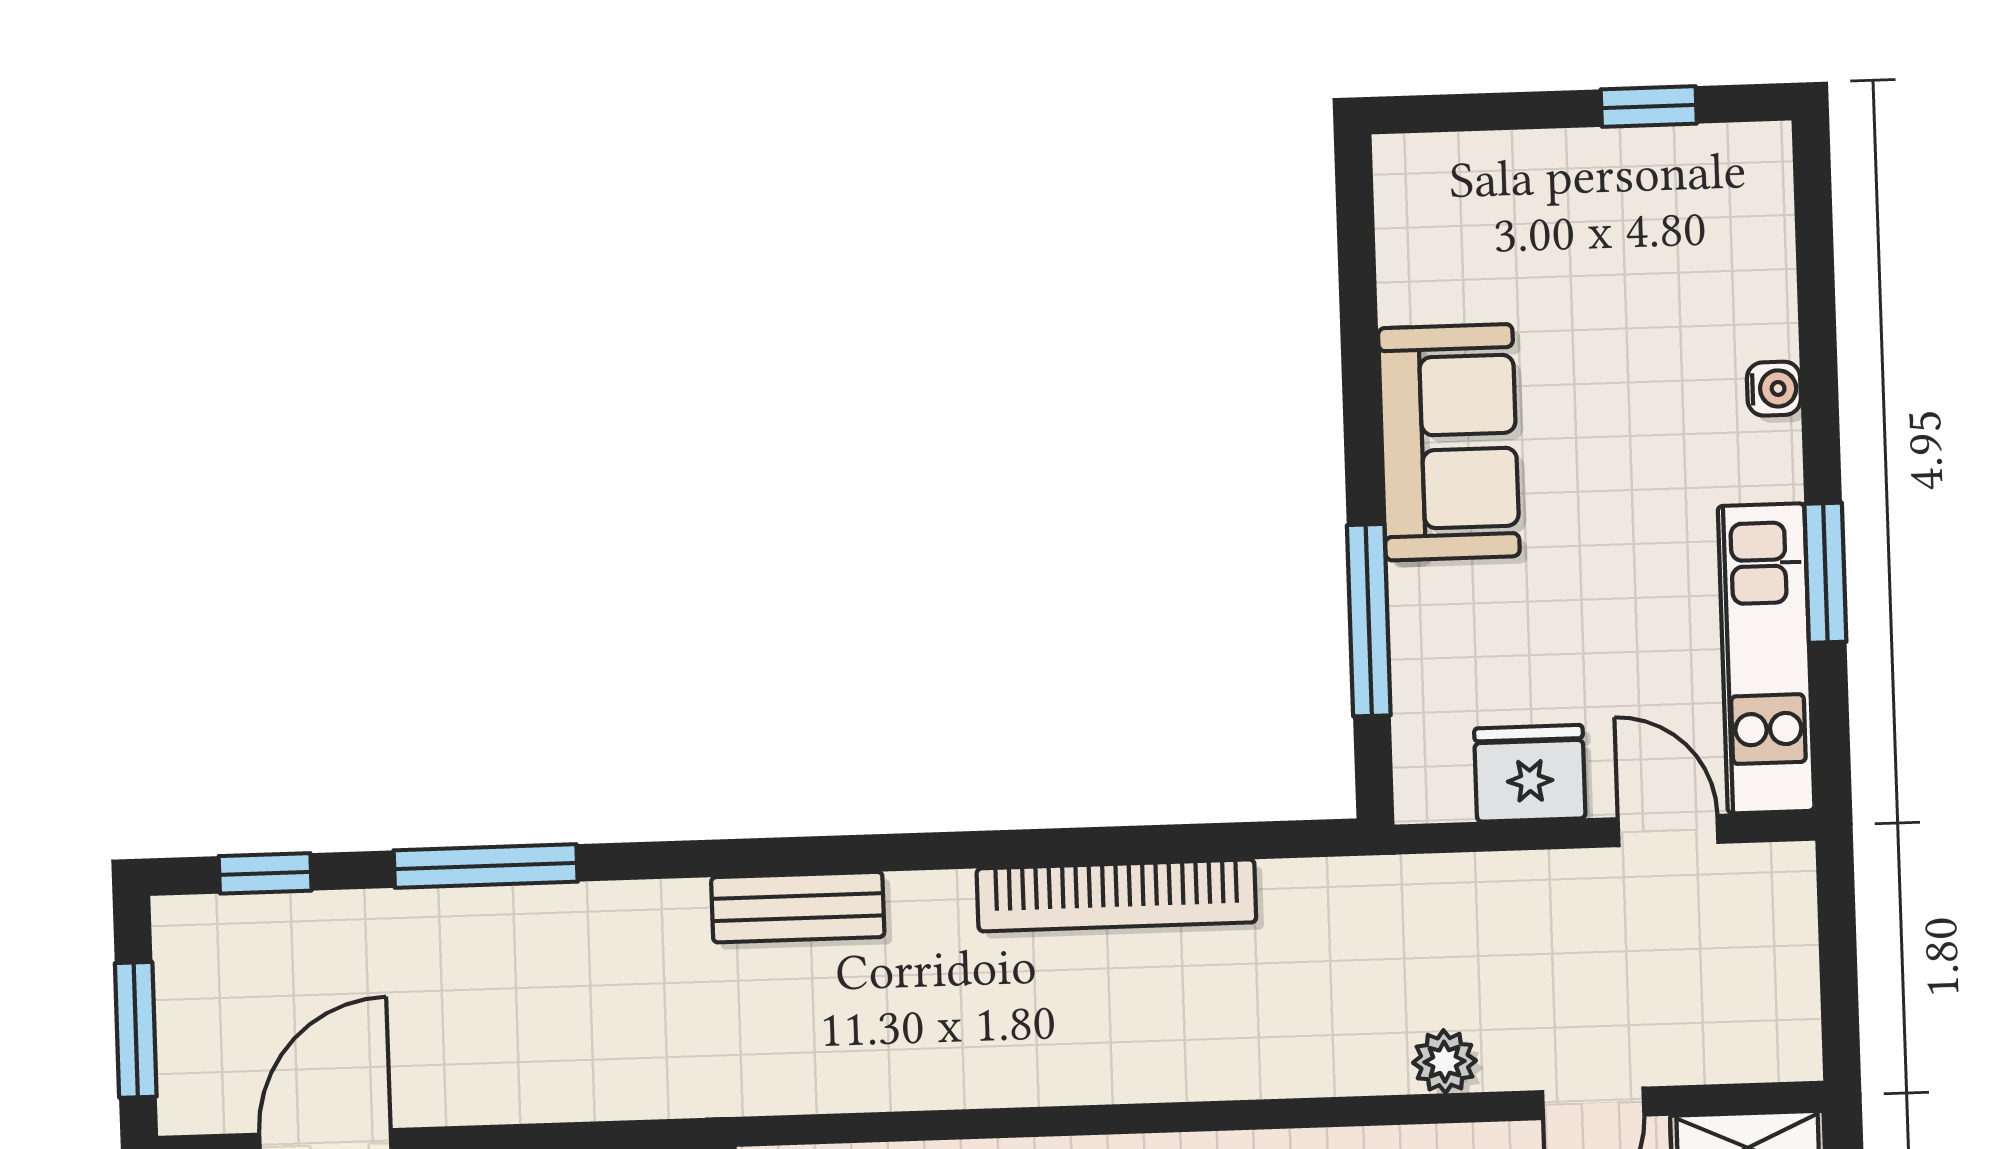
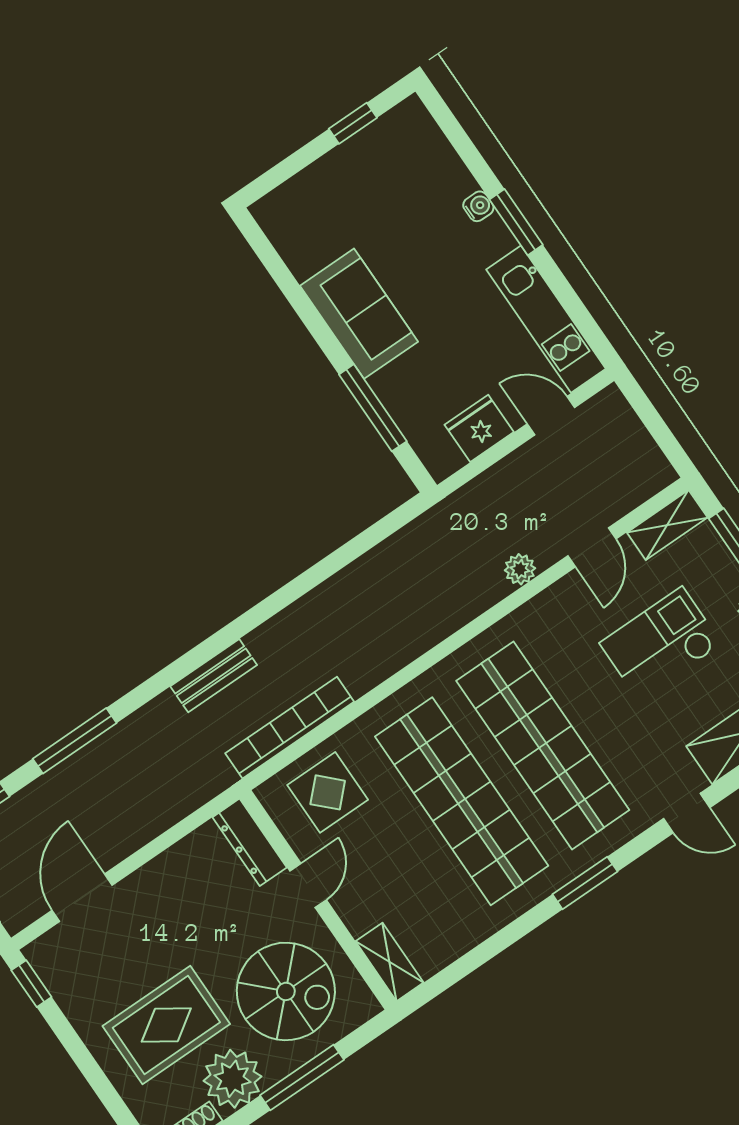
window: (1825, 573) -> (516, 222), moved
bookcase: (1116, 895) -> (290, 728), moved, turned 180

